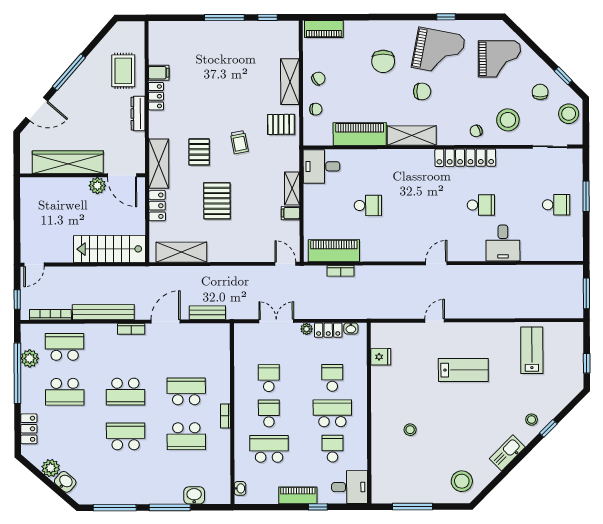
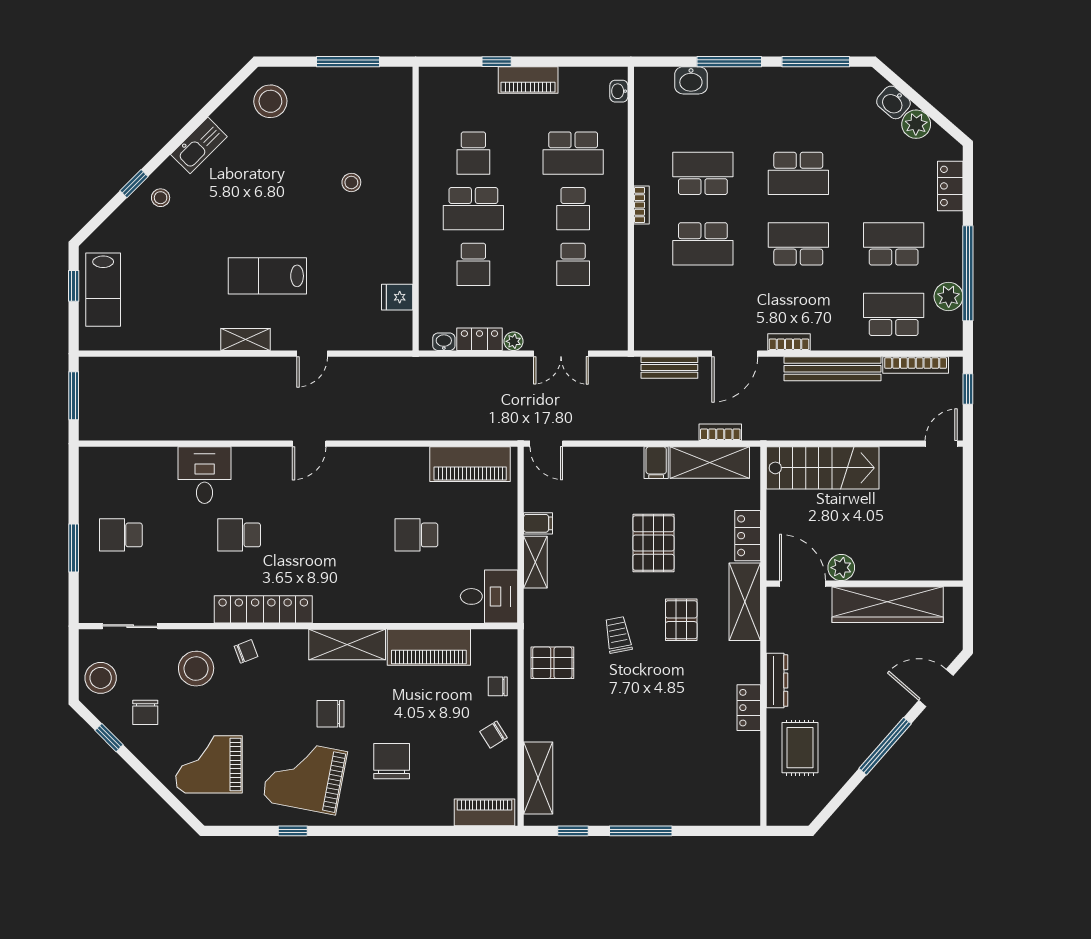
filing cabinet: (159, 73) -> (656, 463), moved, turned -90
shelving: (290, 82) -> (538, 778), moved
bookcase: (341, 271) -> (720, 432), moved
shelving: (477, 329) -> (246, 340), added
school desk: (65, 347) -> (894, 314), turned 180
lab bench: (532, 350) -> (103, 290), moved
desk: (350, 487) -> (447, 93), removed

